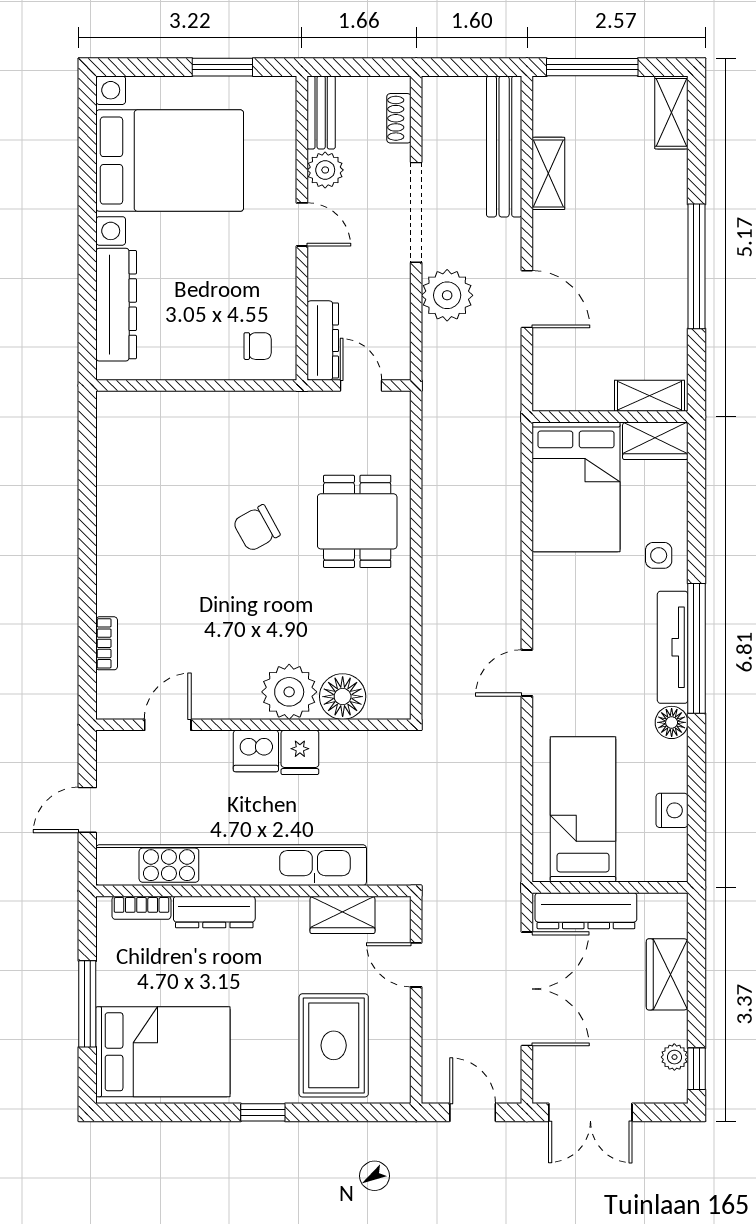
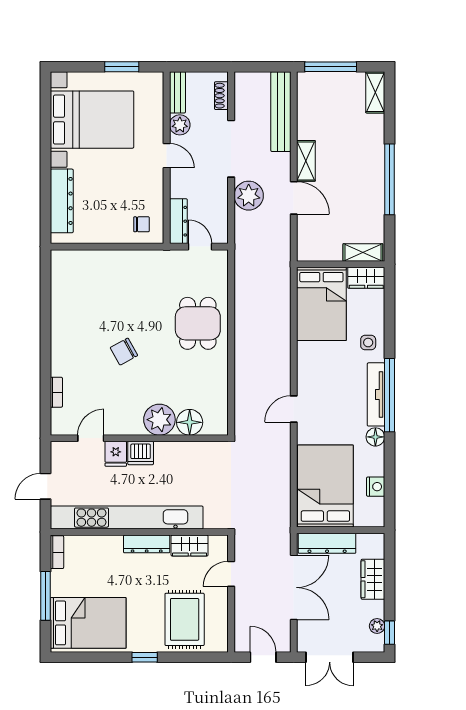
shelving: (548, 173) -> (306, 161), moved
chair: (256, 528) -> (124, 352), moved
fridge: (300, 752) -> (116, 454), moved
bed: (583, 809) -> (325, 486), width x1.50
bookcase: (141, 908) -> (57, 552), moved, turned -90
dresser: (214, 912) -> (147, 544), moved
door: (416, 965) -> (231, 574), hinge flipped

